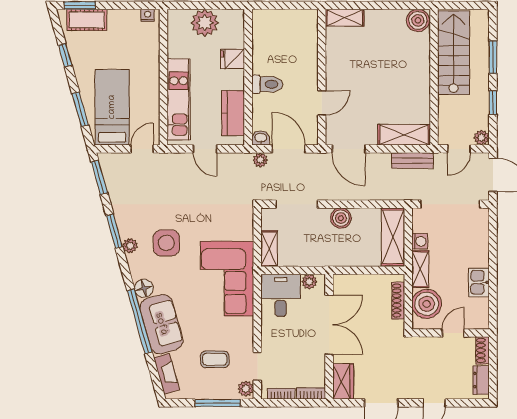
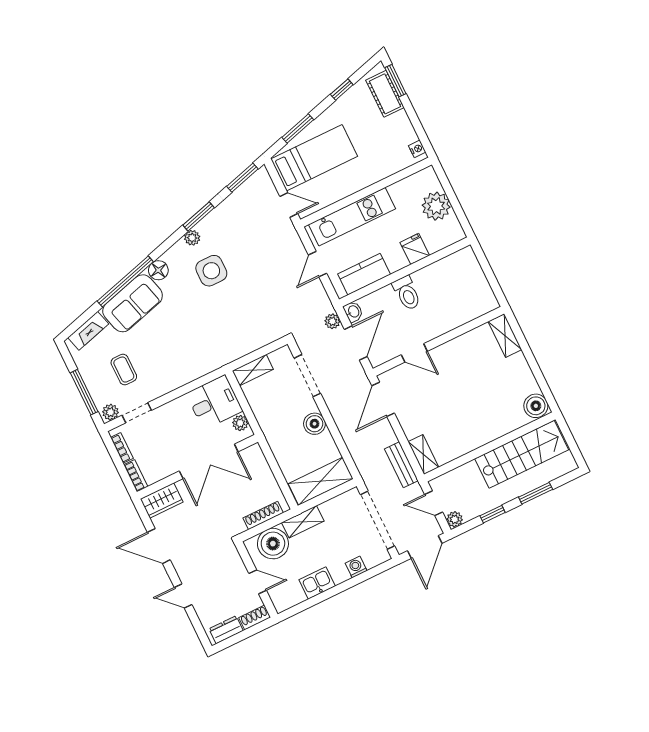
shelving: (404, 135) -> (423, 455), width x0.67, depth x0.75
washing machine: (420, 241) -> (356, 567), moved, turned 180
corner sofa: (227, 279) -> (205, 344), removed

